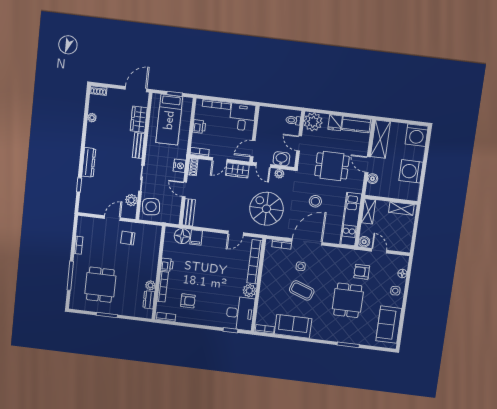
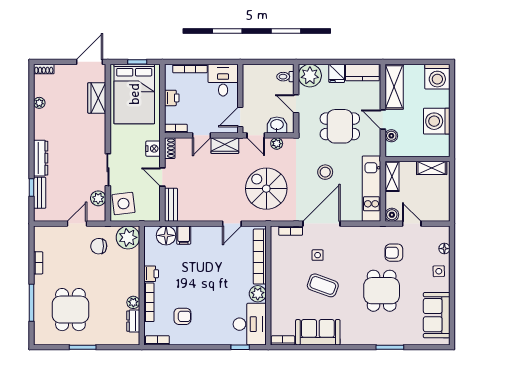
bed: (169, 120) -> (134, 94), width x1.50
bench: (138, 146) -> (40, 193), moved
plant: (152, 234) -> (128, 237), added

